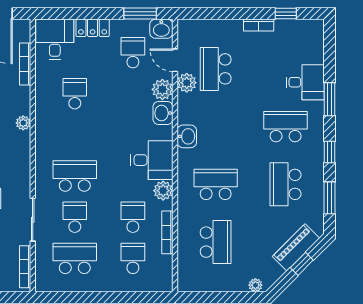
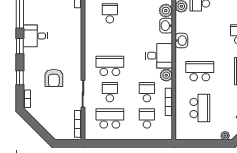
plant: (23, 123) -> (77, 32), removed

